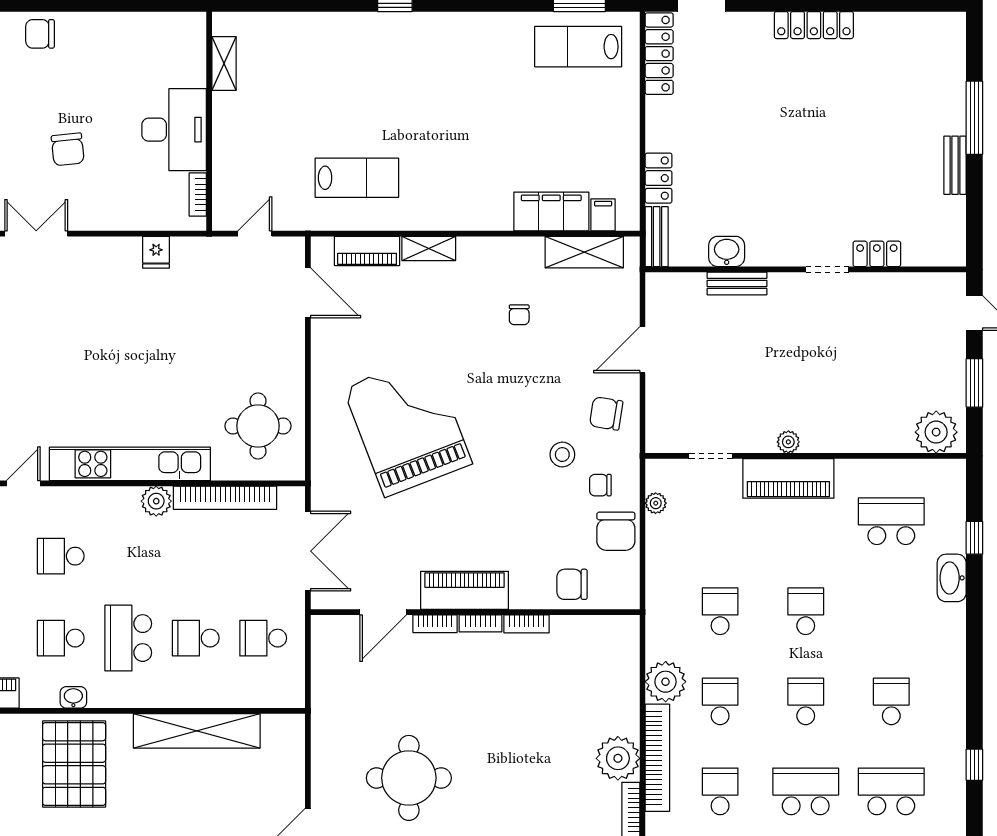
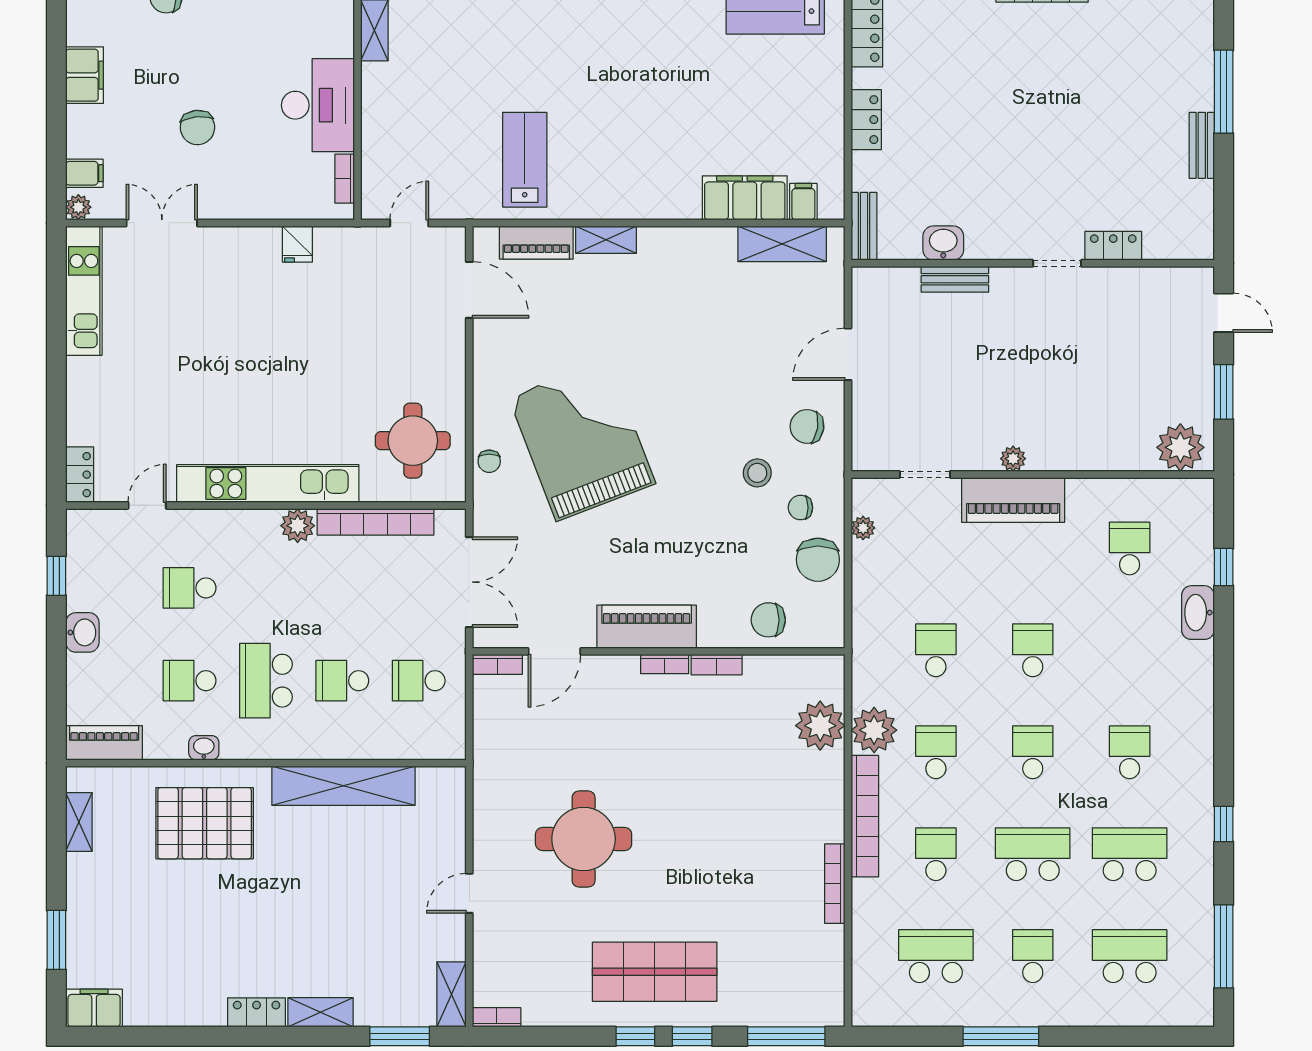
lab bench: (357, 178) -> (525, 160), turned -90
locker: (659, 178) -> (866, 120), moved
chair: (519, 315) -> (489, 461), moved
school desk: (891, 521) -> (1130, 548), width x0.54
bookcase: (435, 624) -> (497, 664), moved
plant: (618, 758) -> (820, 726), moved
pallet: (74, 764) -> (205, 823), turned 90

